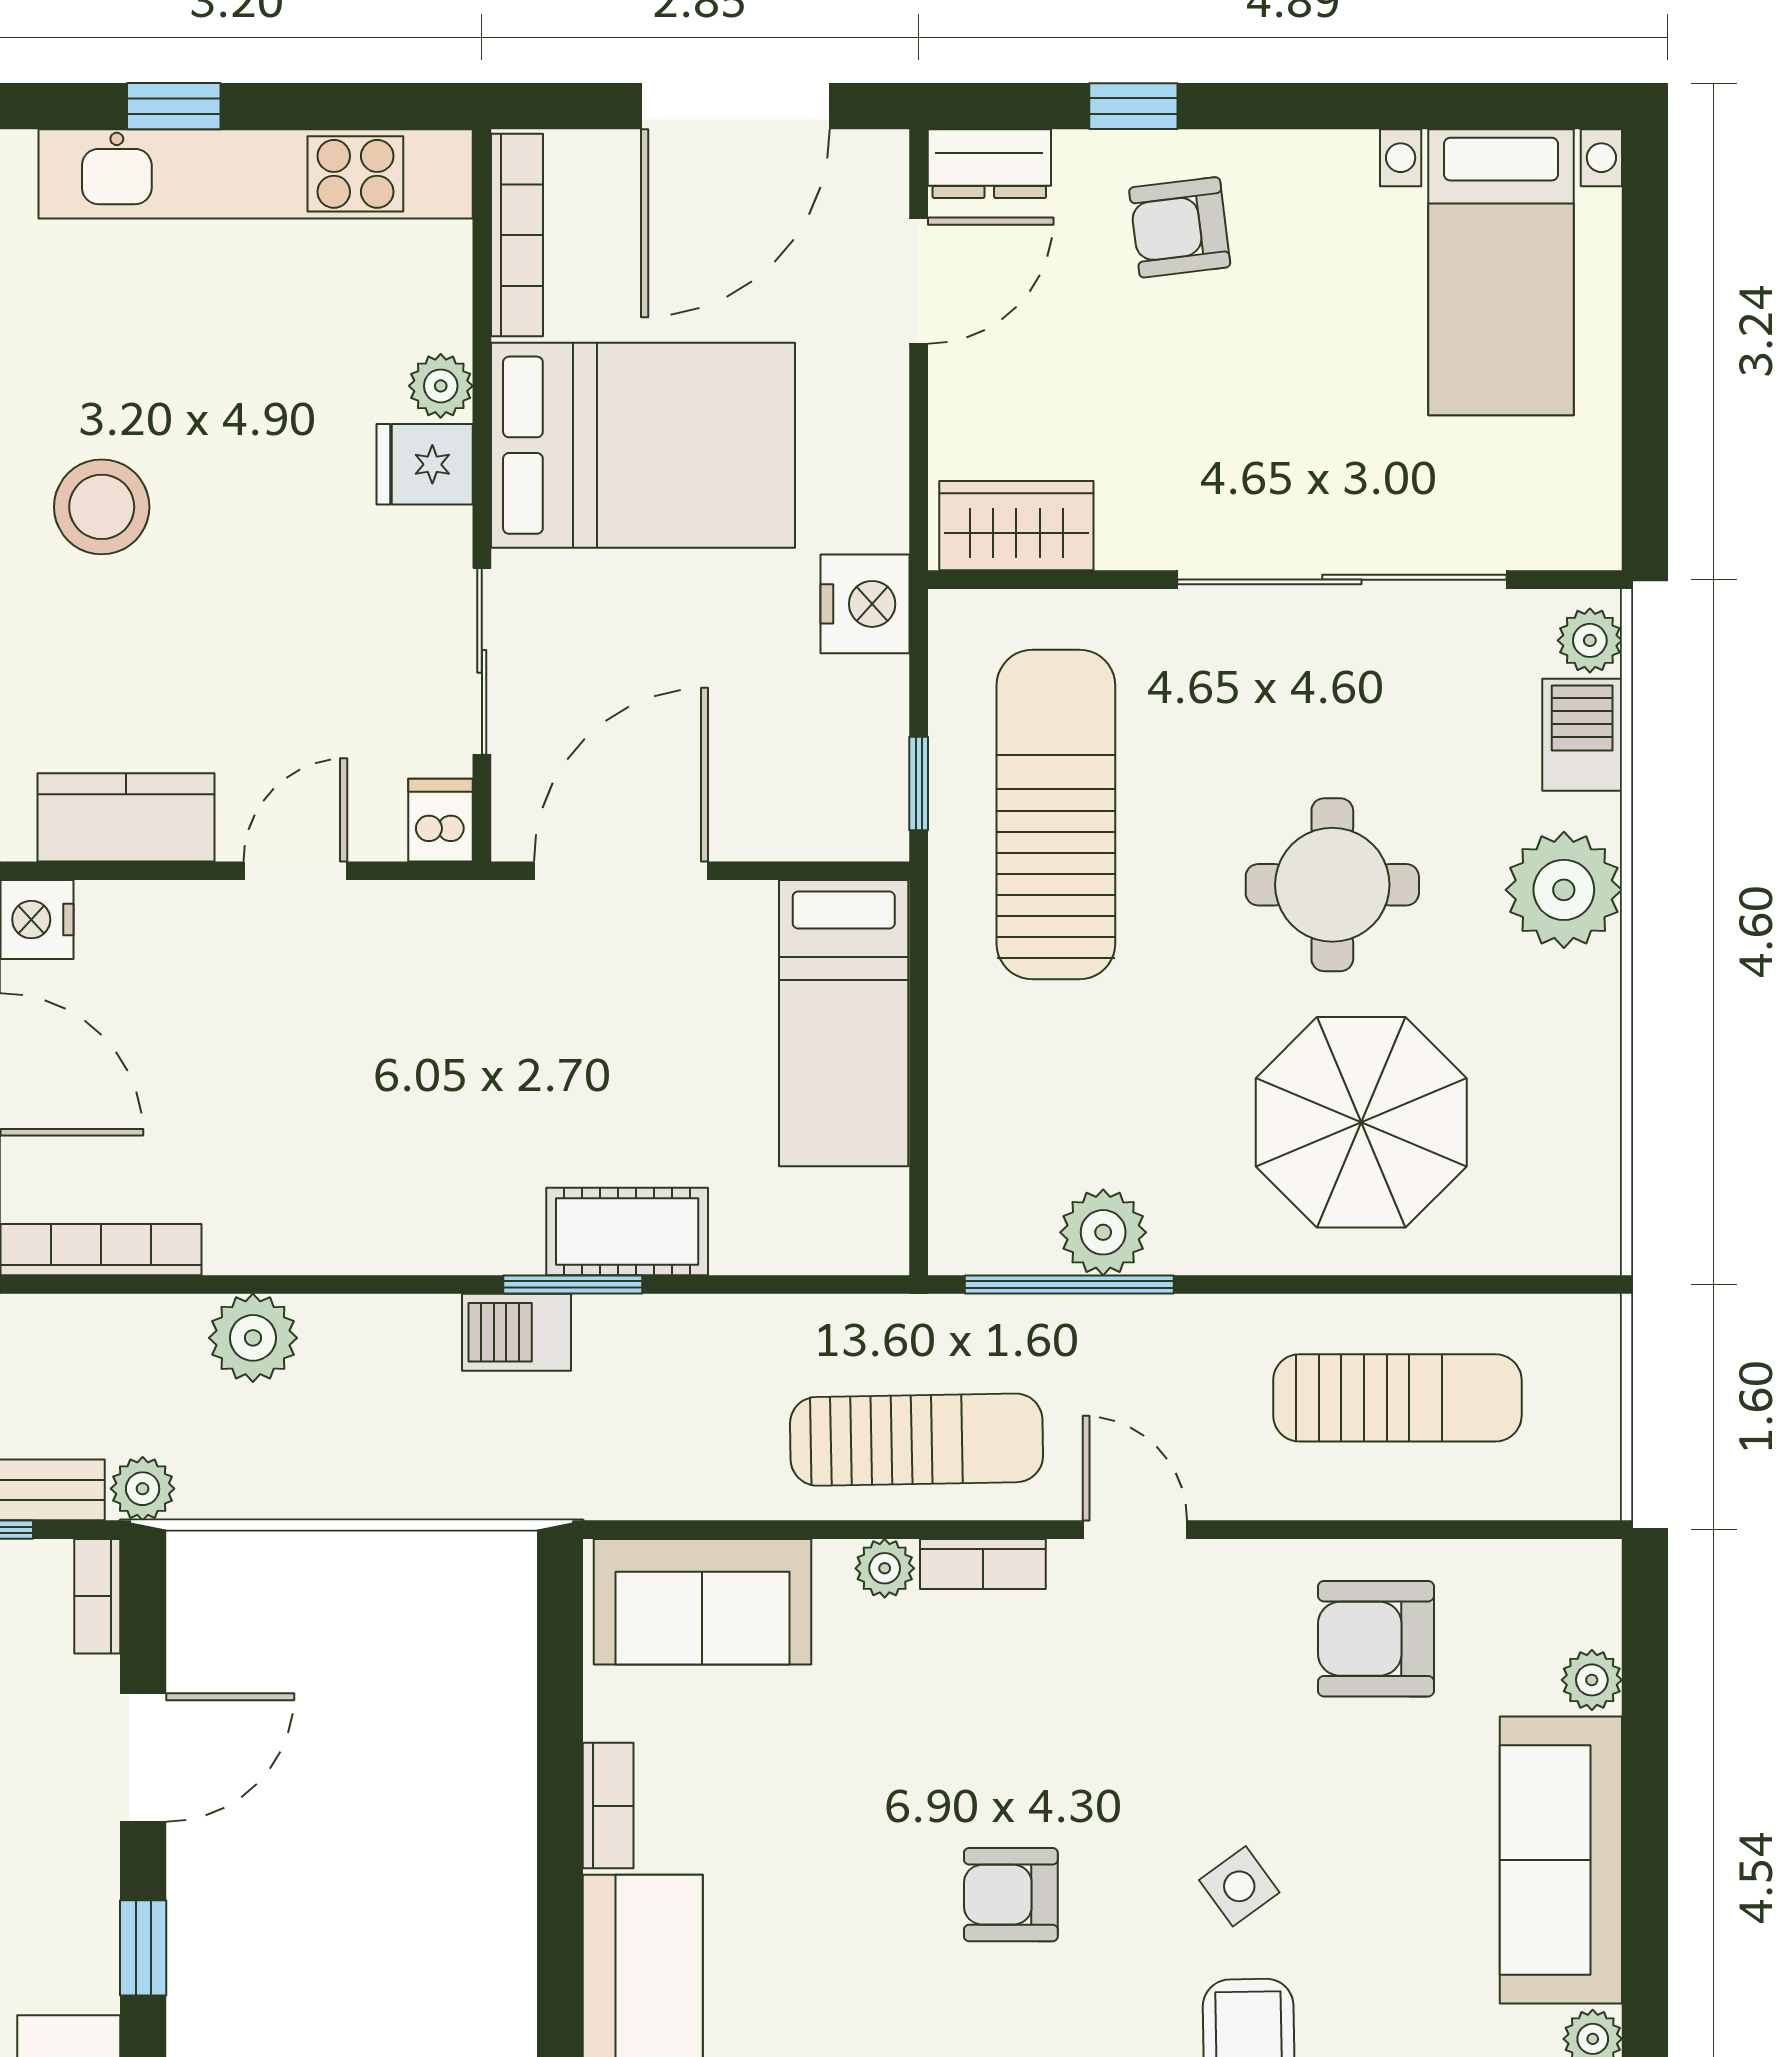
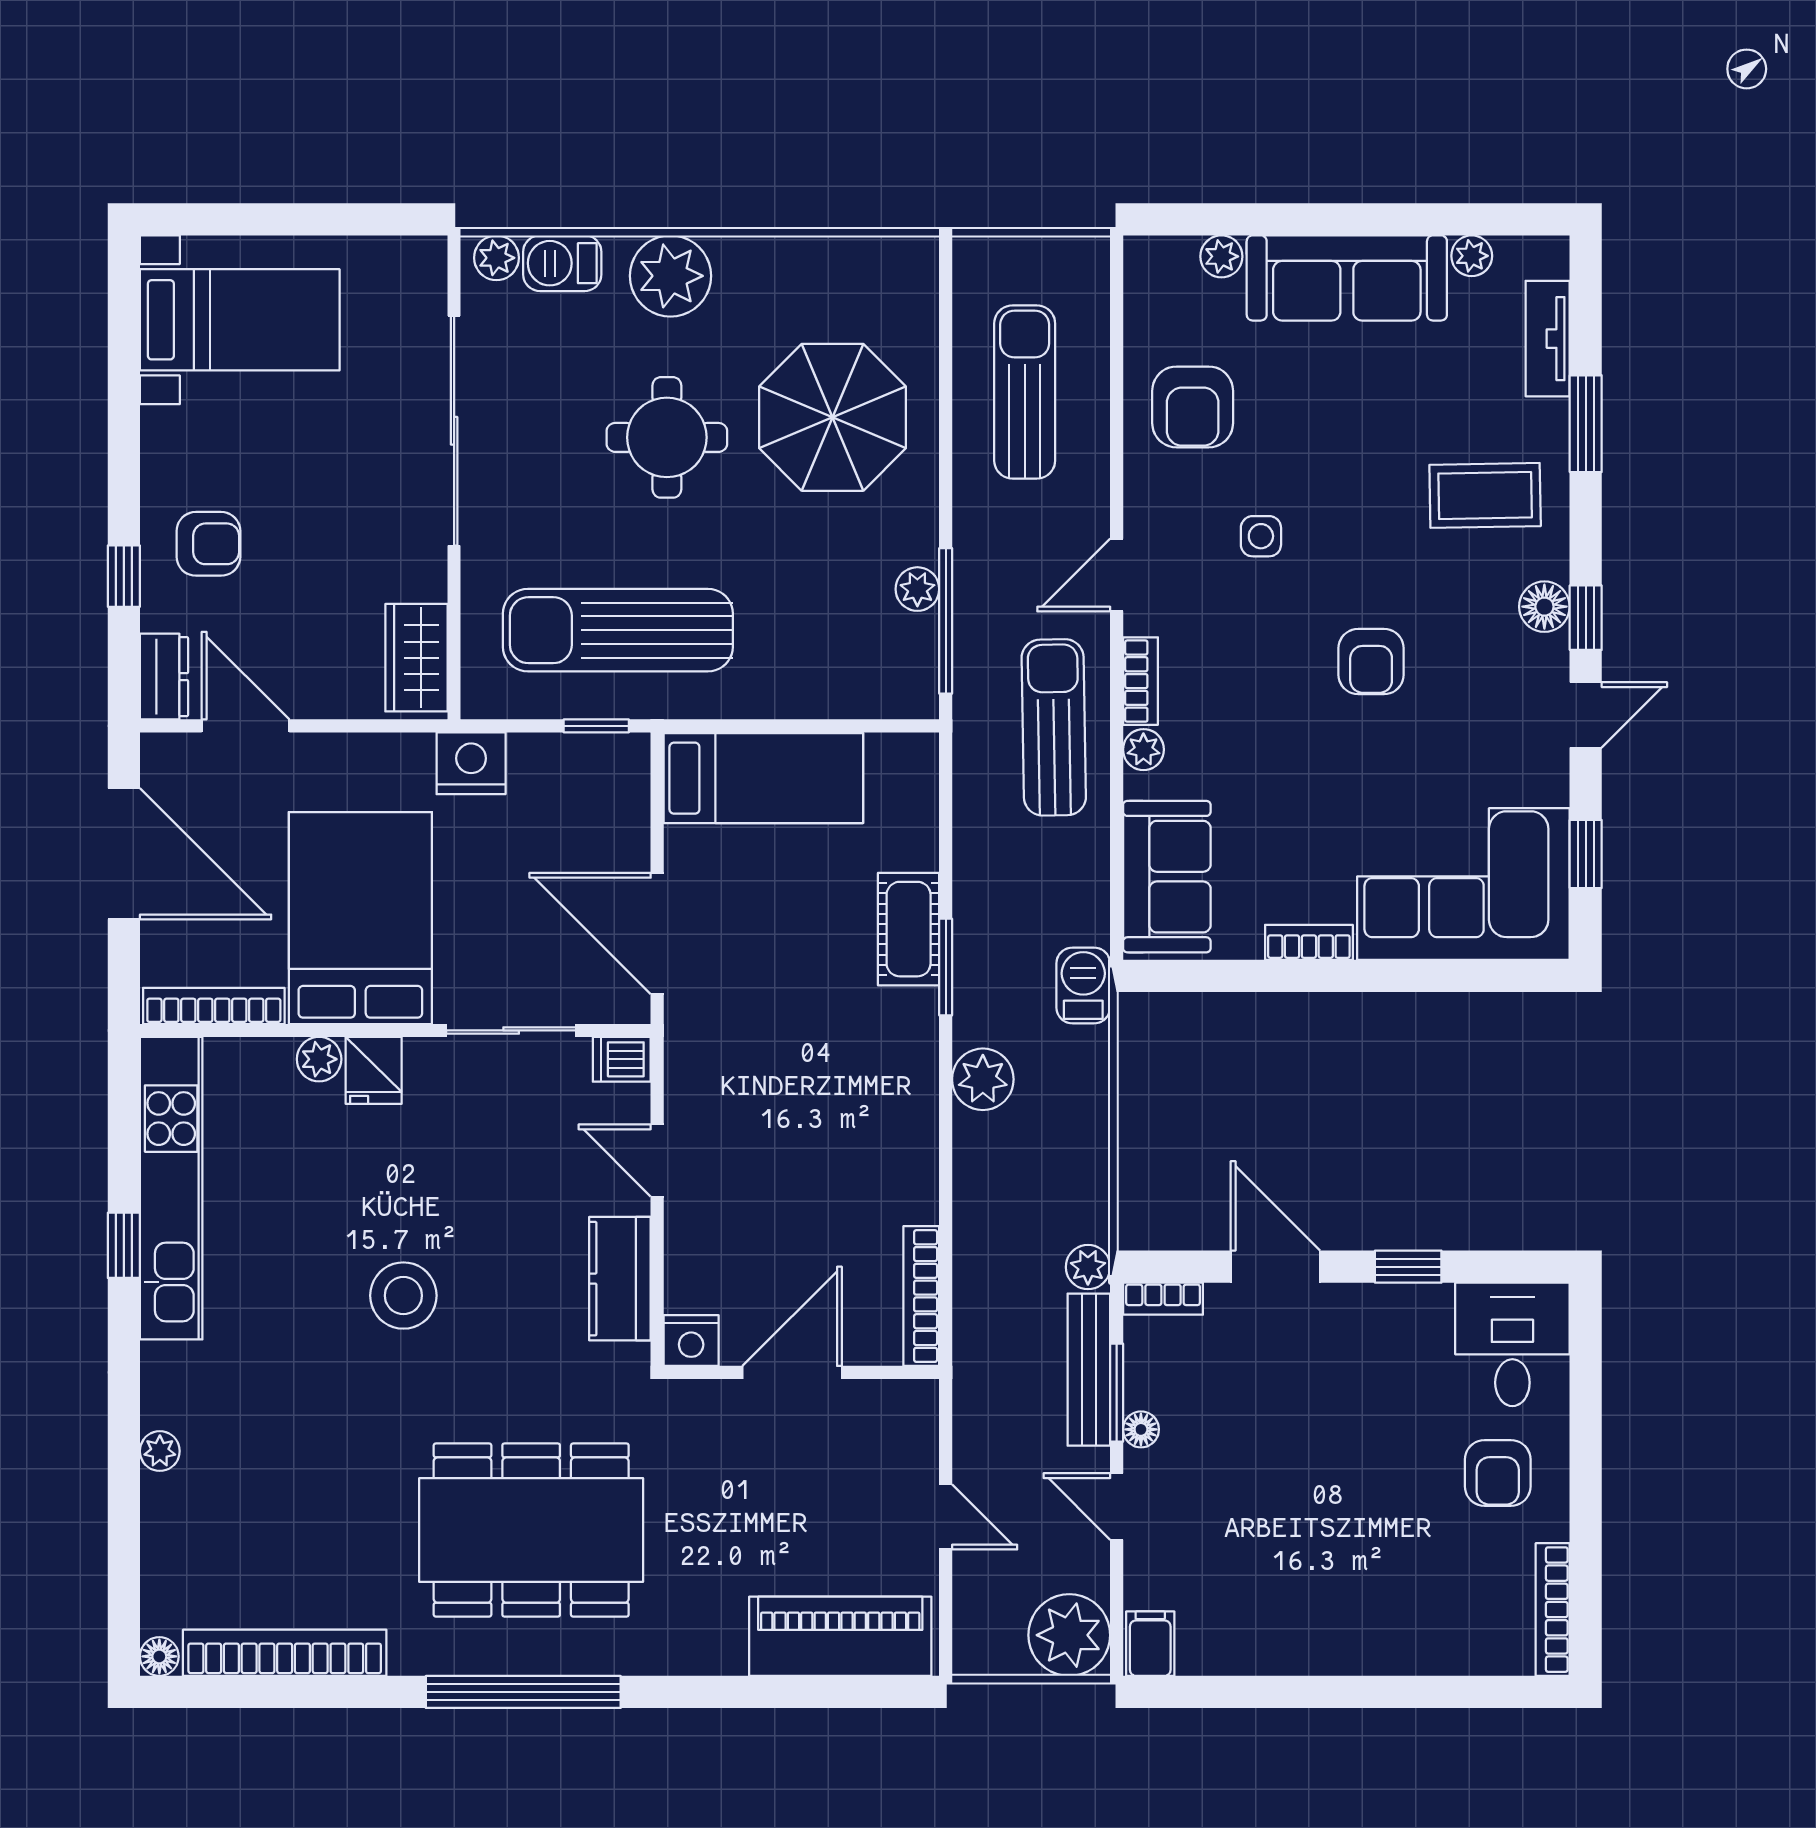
armchair: (1180, 227) -> (208, 544), turned -83
plant: (1103, 1232) -> (917, 589), width x0.73, depth x0.73
barbecue: (516, 1332) -> (1083, 985), moved, turned 180
plant: (253, 1338) -> (983, 1079), moved
side table: (1239, 1886) -> (1261, 536), moved, turned 36

